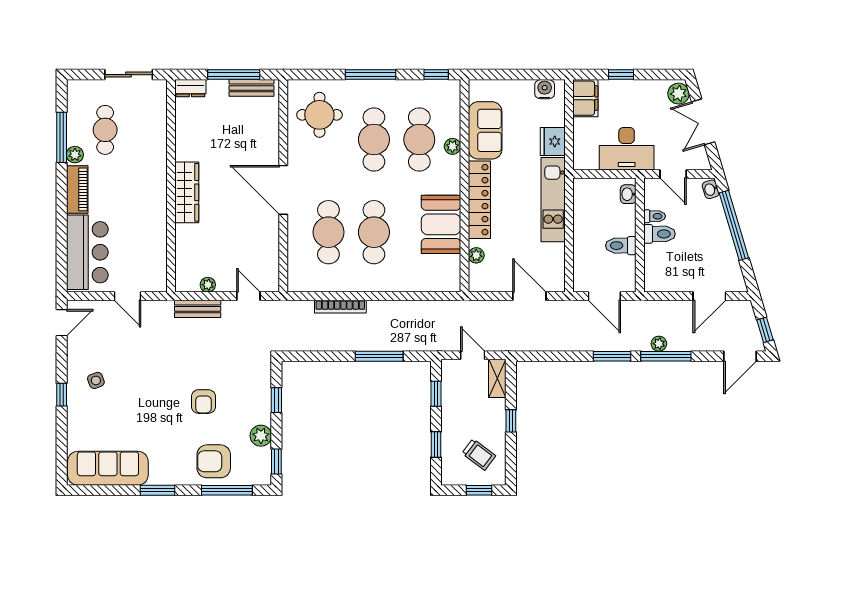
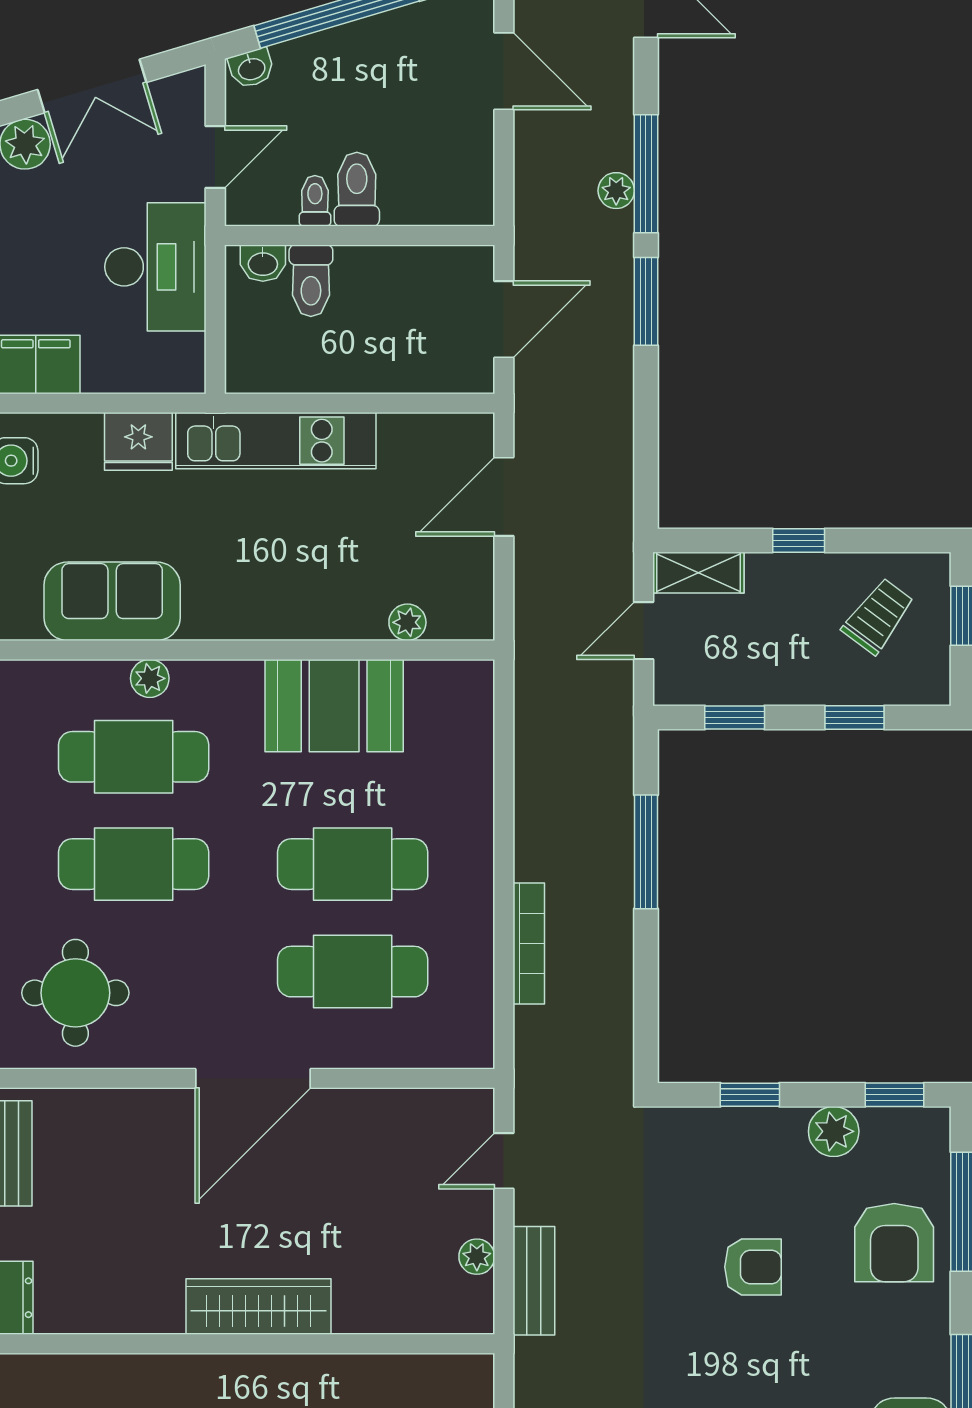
locker: (479, 200) -> (276, 615), removed
toilet: (621, 246) -> (311, 281), moved

